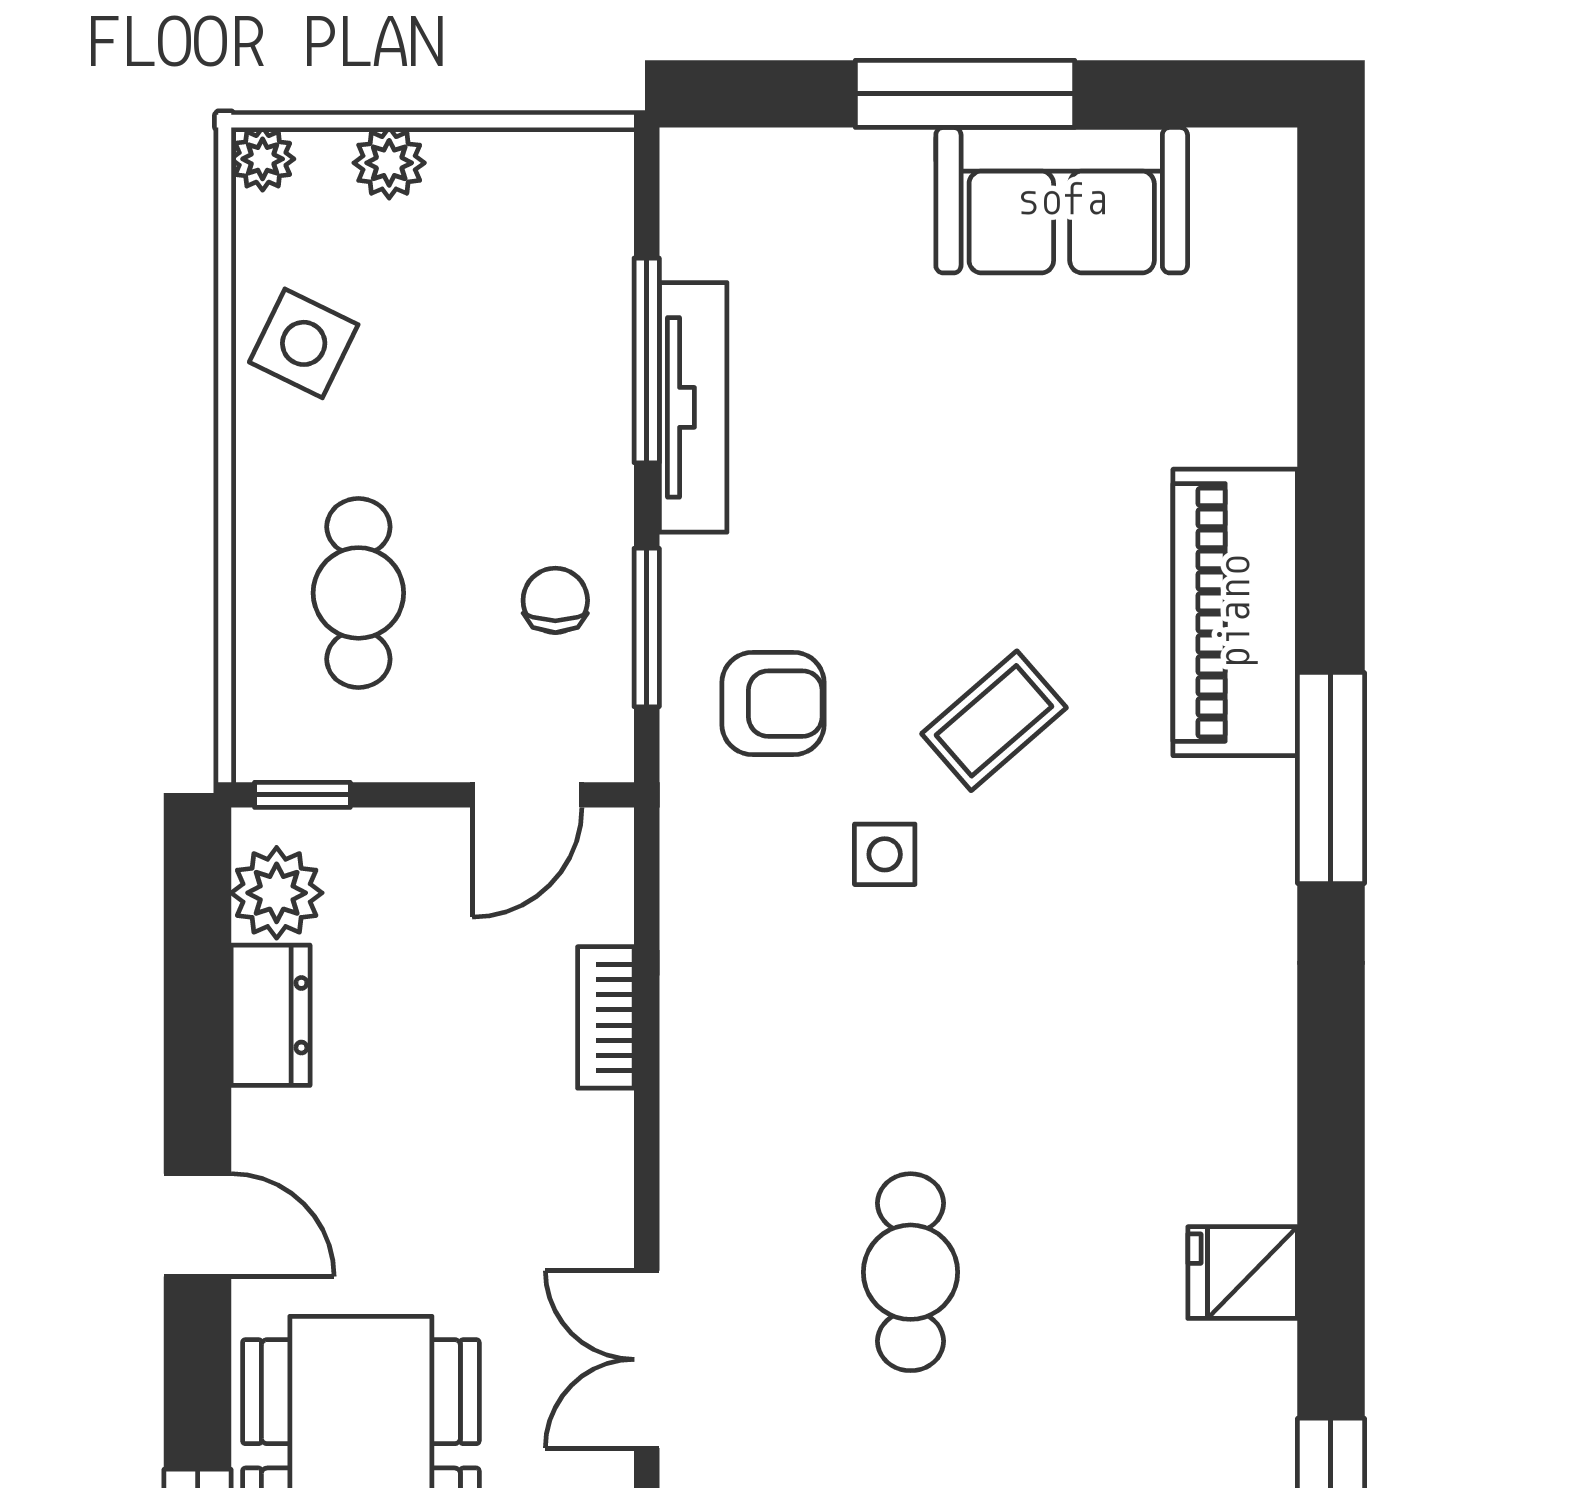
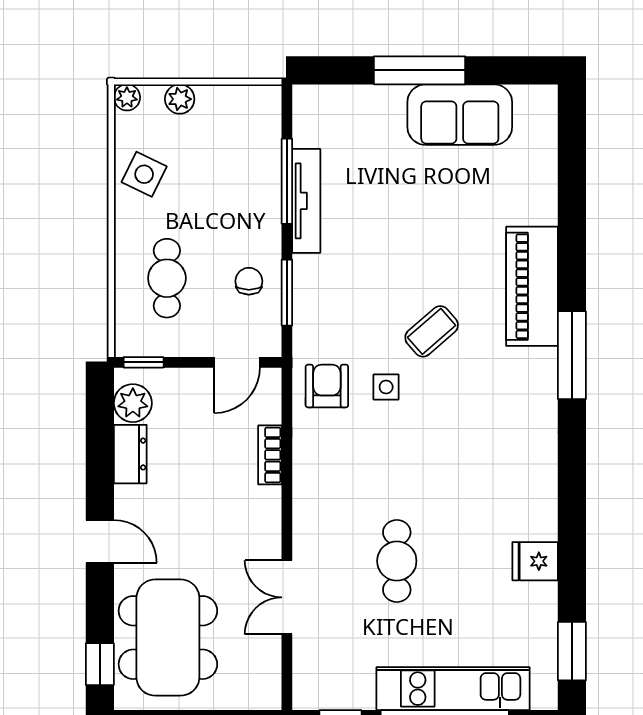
armchair: (773, 704) -> (327, 386), moved, turned -90

